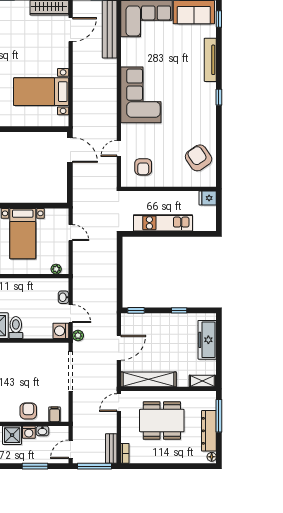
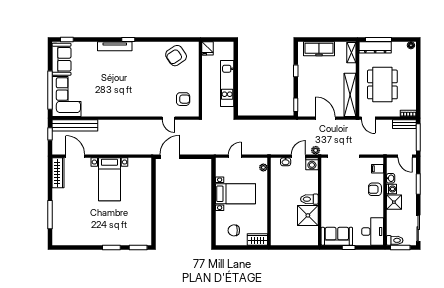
tv unit: (210, 60) -> (115, 46), moved
bed with nightstands: (41, 92) -> (109, 179), moved
corner sofa: (141, 95) -> (127, 101), removed
dresser: (209, 431) -> (375, 47), moved

